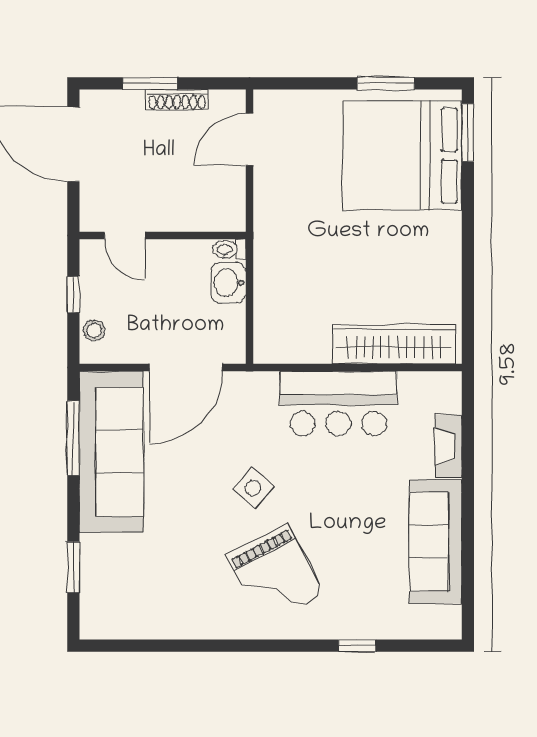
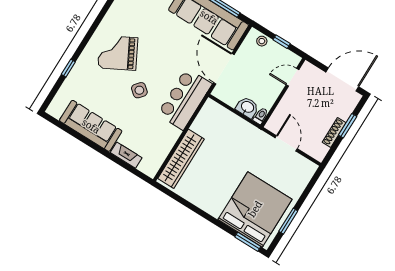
door: (250, 139) -> (286, 143), moved
bar counter: (338, 403) -> (185, 99), moved
side table: (253, 488) -> (139, 90), moved

